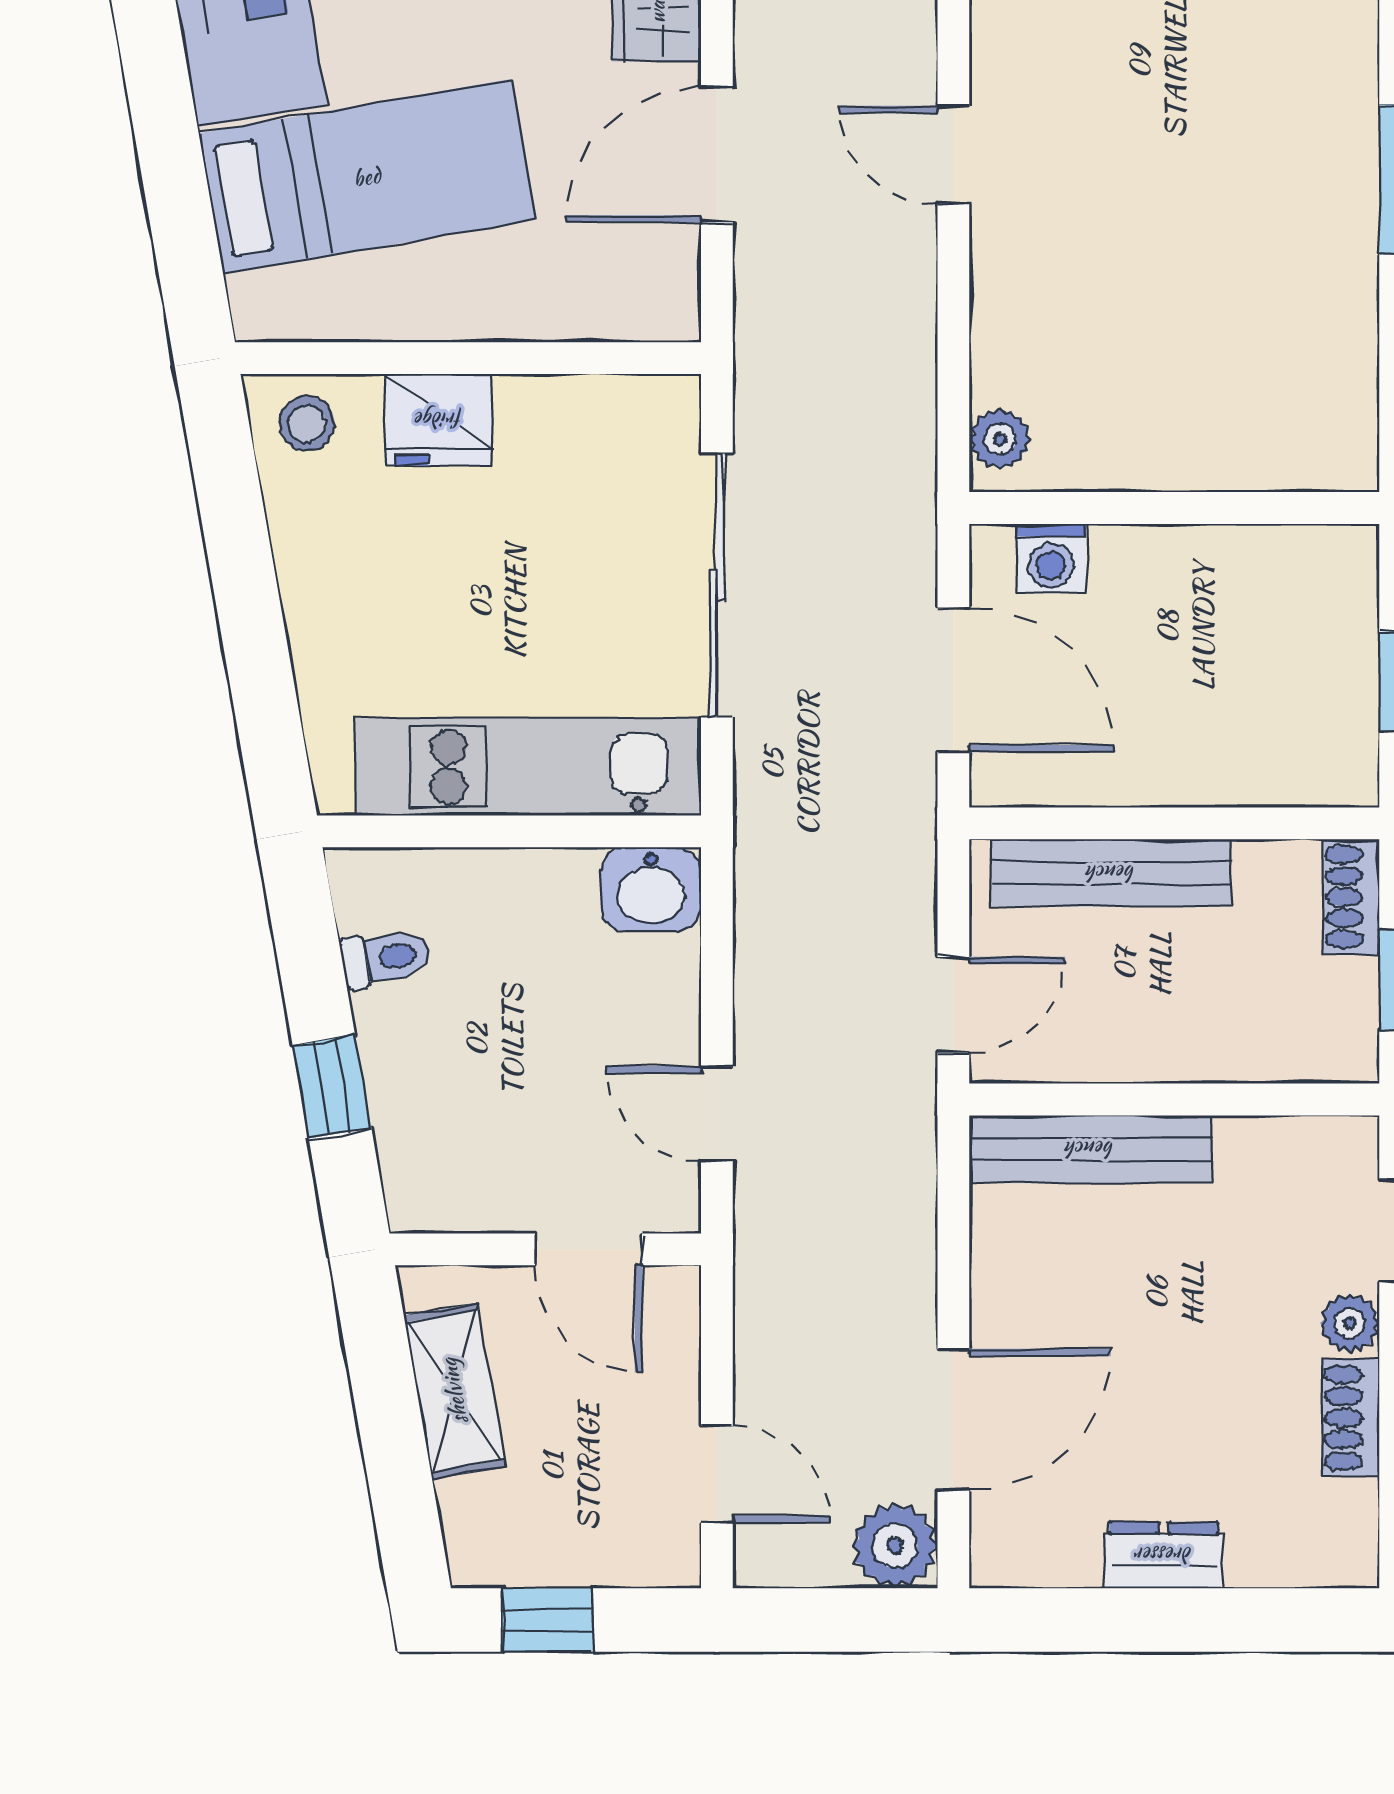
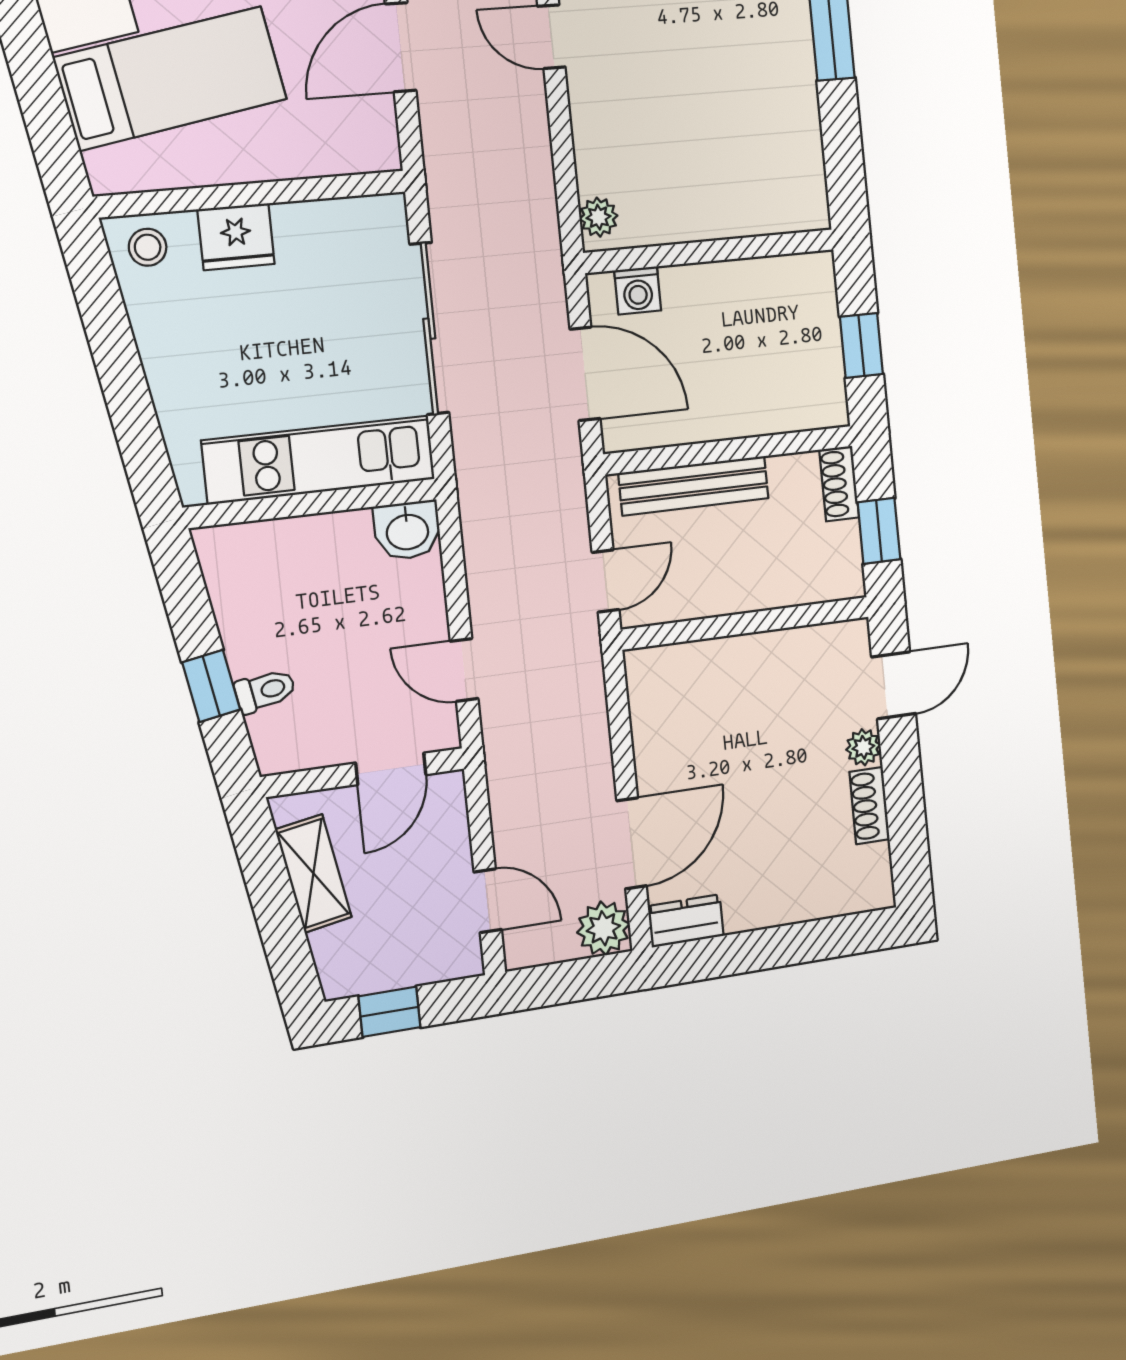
toilet: (386, 958) -> (265, 691), moved
bench: (1090, 1149) -> (698, 661), removed
door: (588, 1249) -> (391, 769), hinge flipped
dresser: (1164, 1555) -> (686, 921), moved

